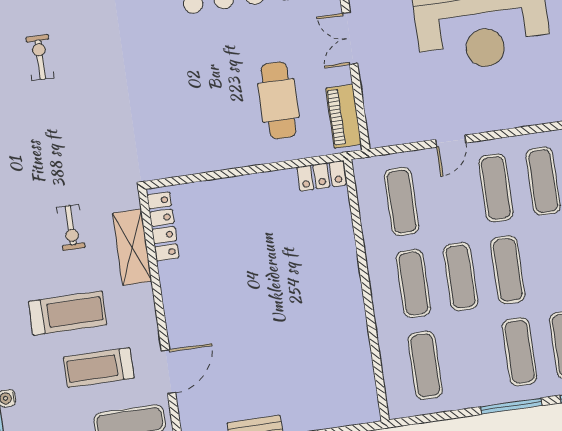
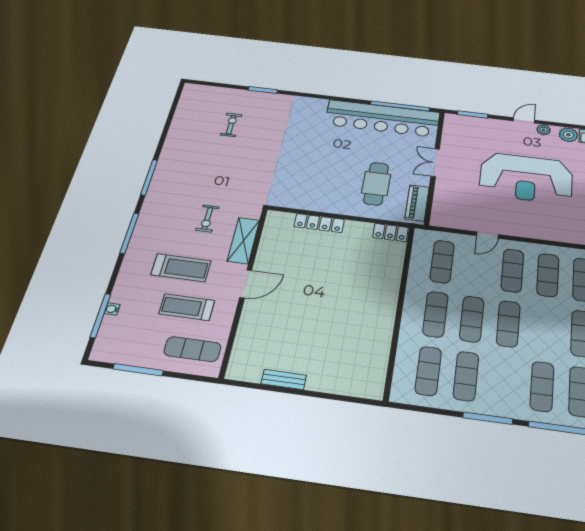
locker: (163, 226) -> (319, 223), moved, turned 90
exercise mat: (520, 352) -> (466, 376), moved
door: (168, 372) -> (246, 284), moved

